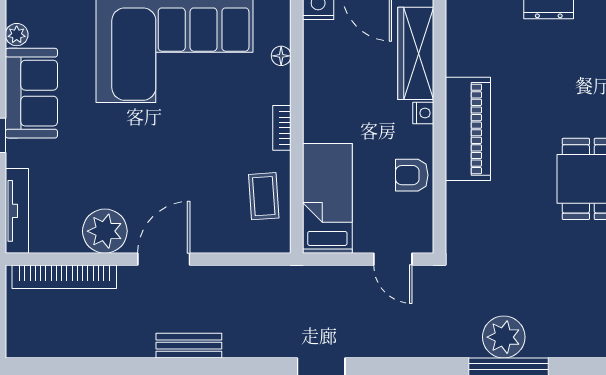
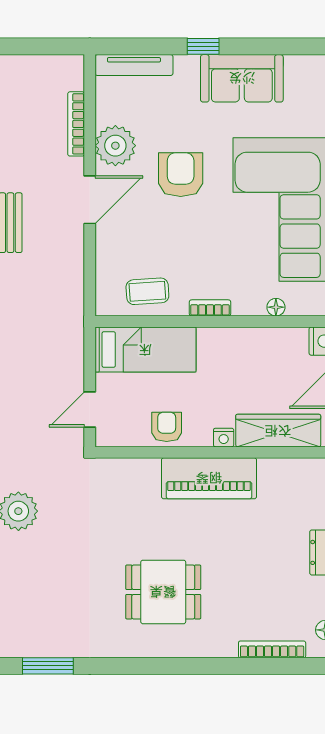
plant: (17, 35) -> (295, 65), removed
armchair: (137, 160) -> (181, 175), added
door: (164, 259) -> (90, 200), hinge flipped
bookcase: (64, 277) -> (76, 124), width x0.68, depth x0.76

